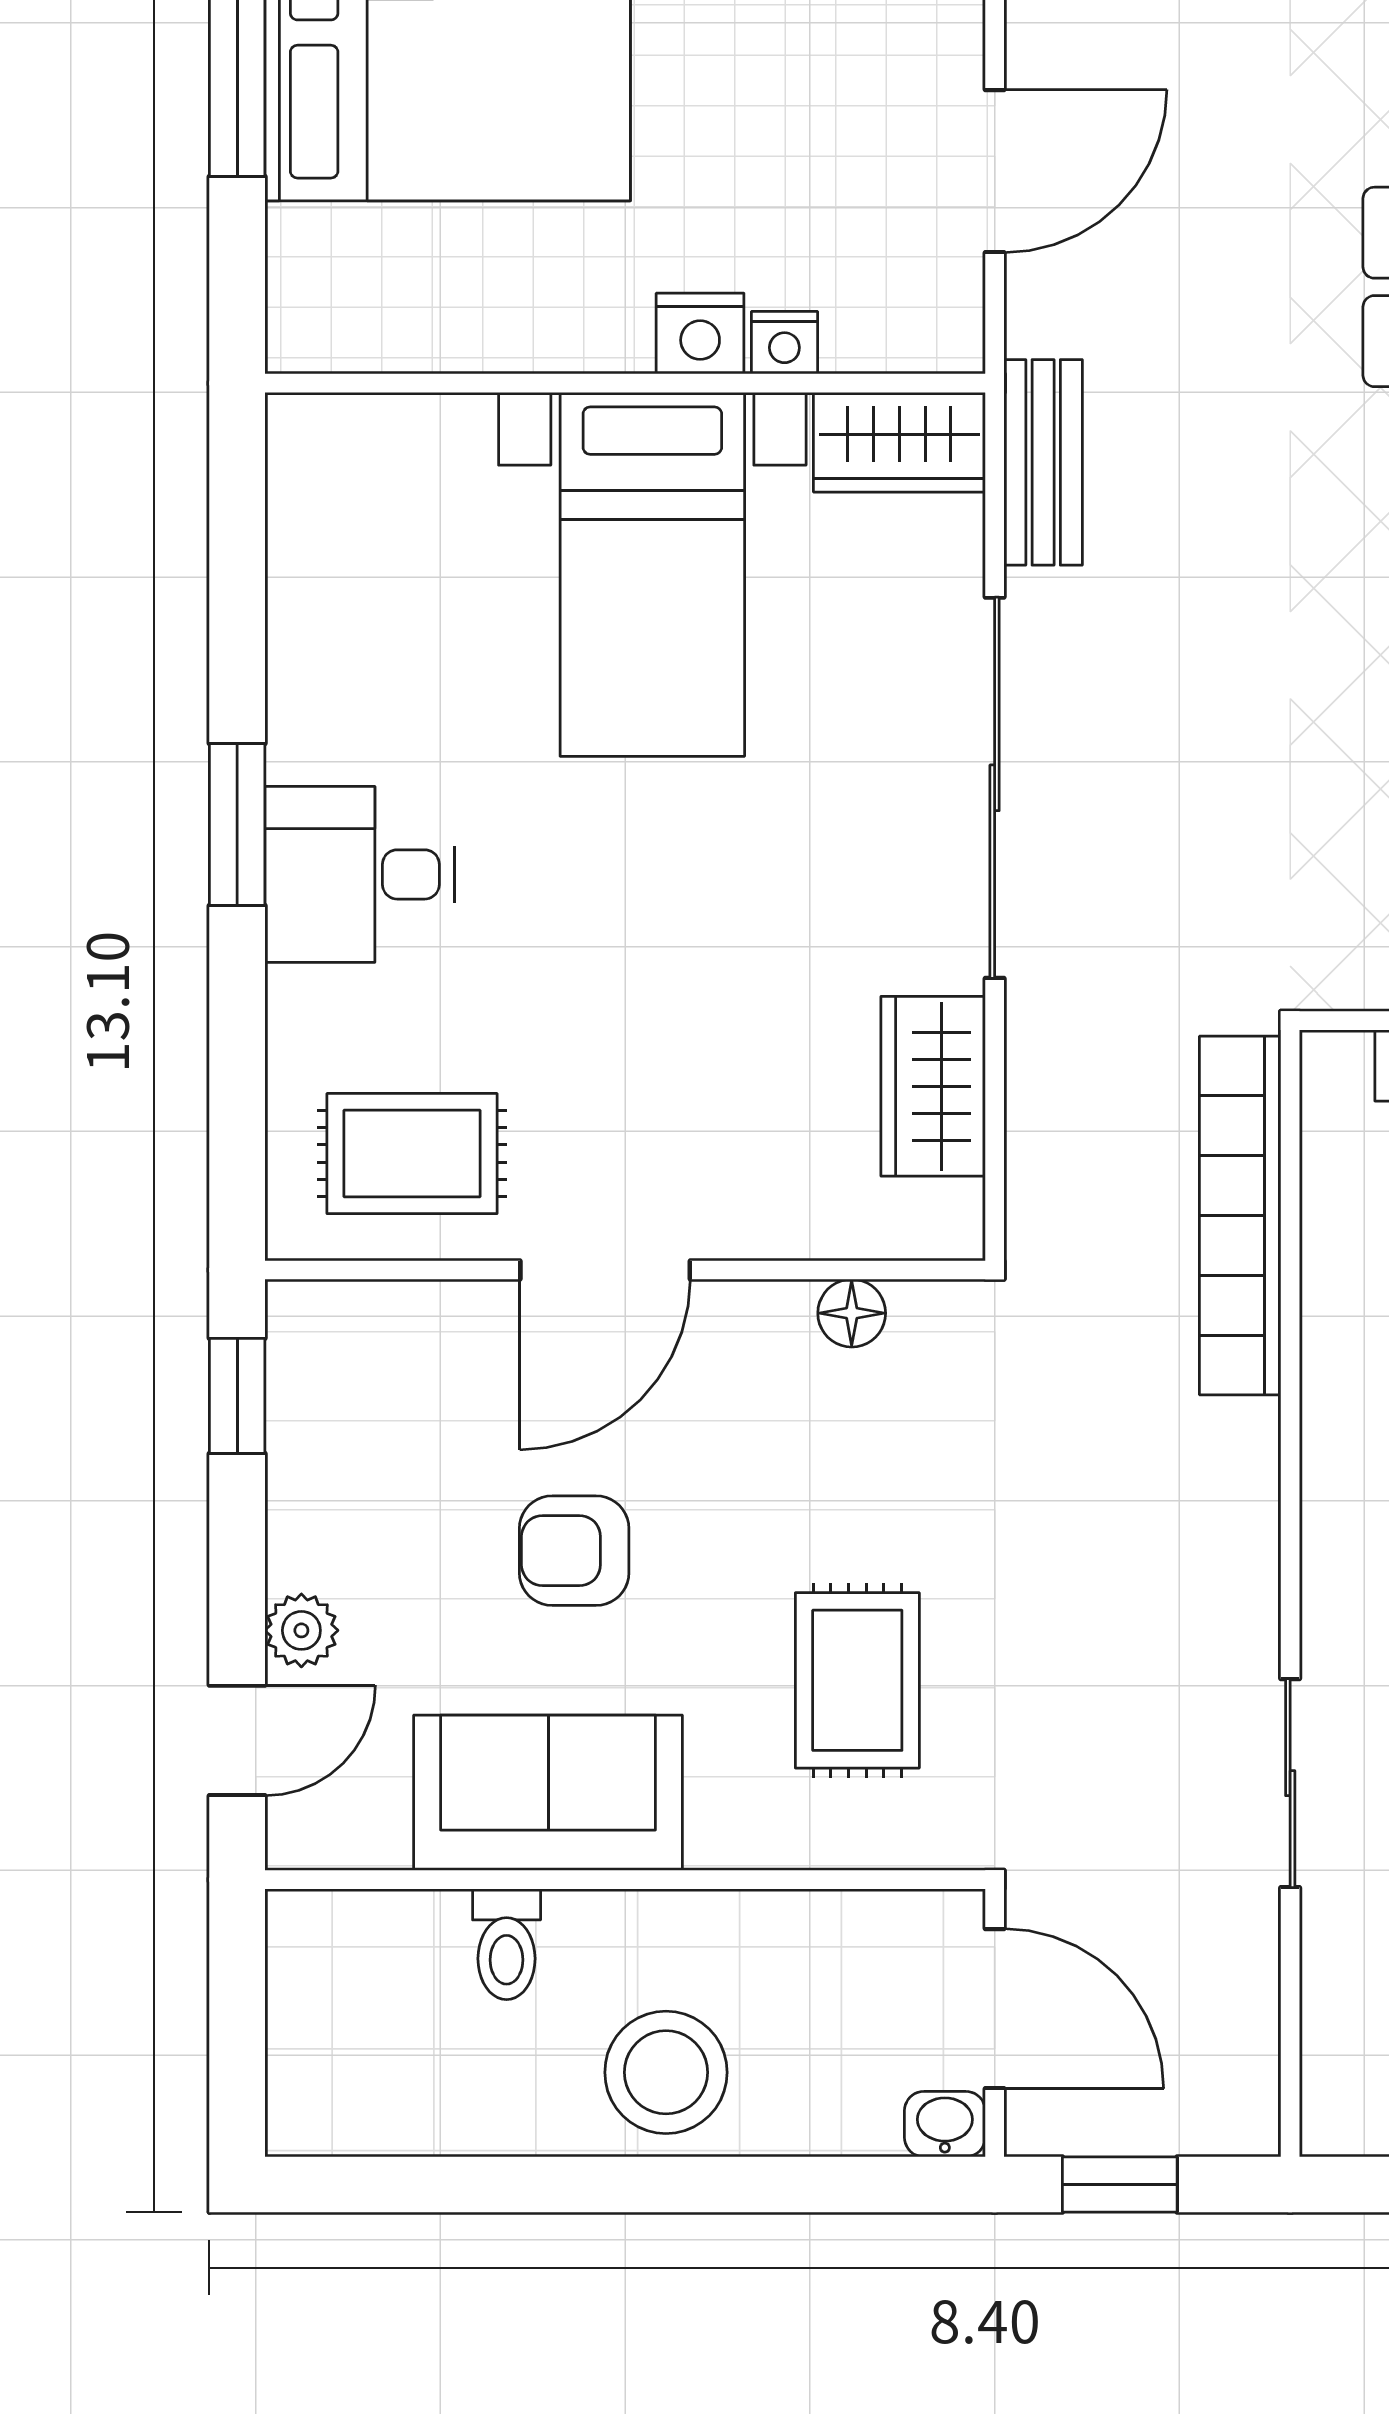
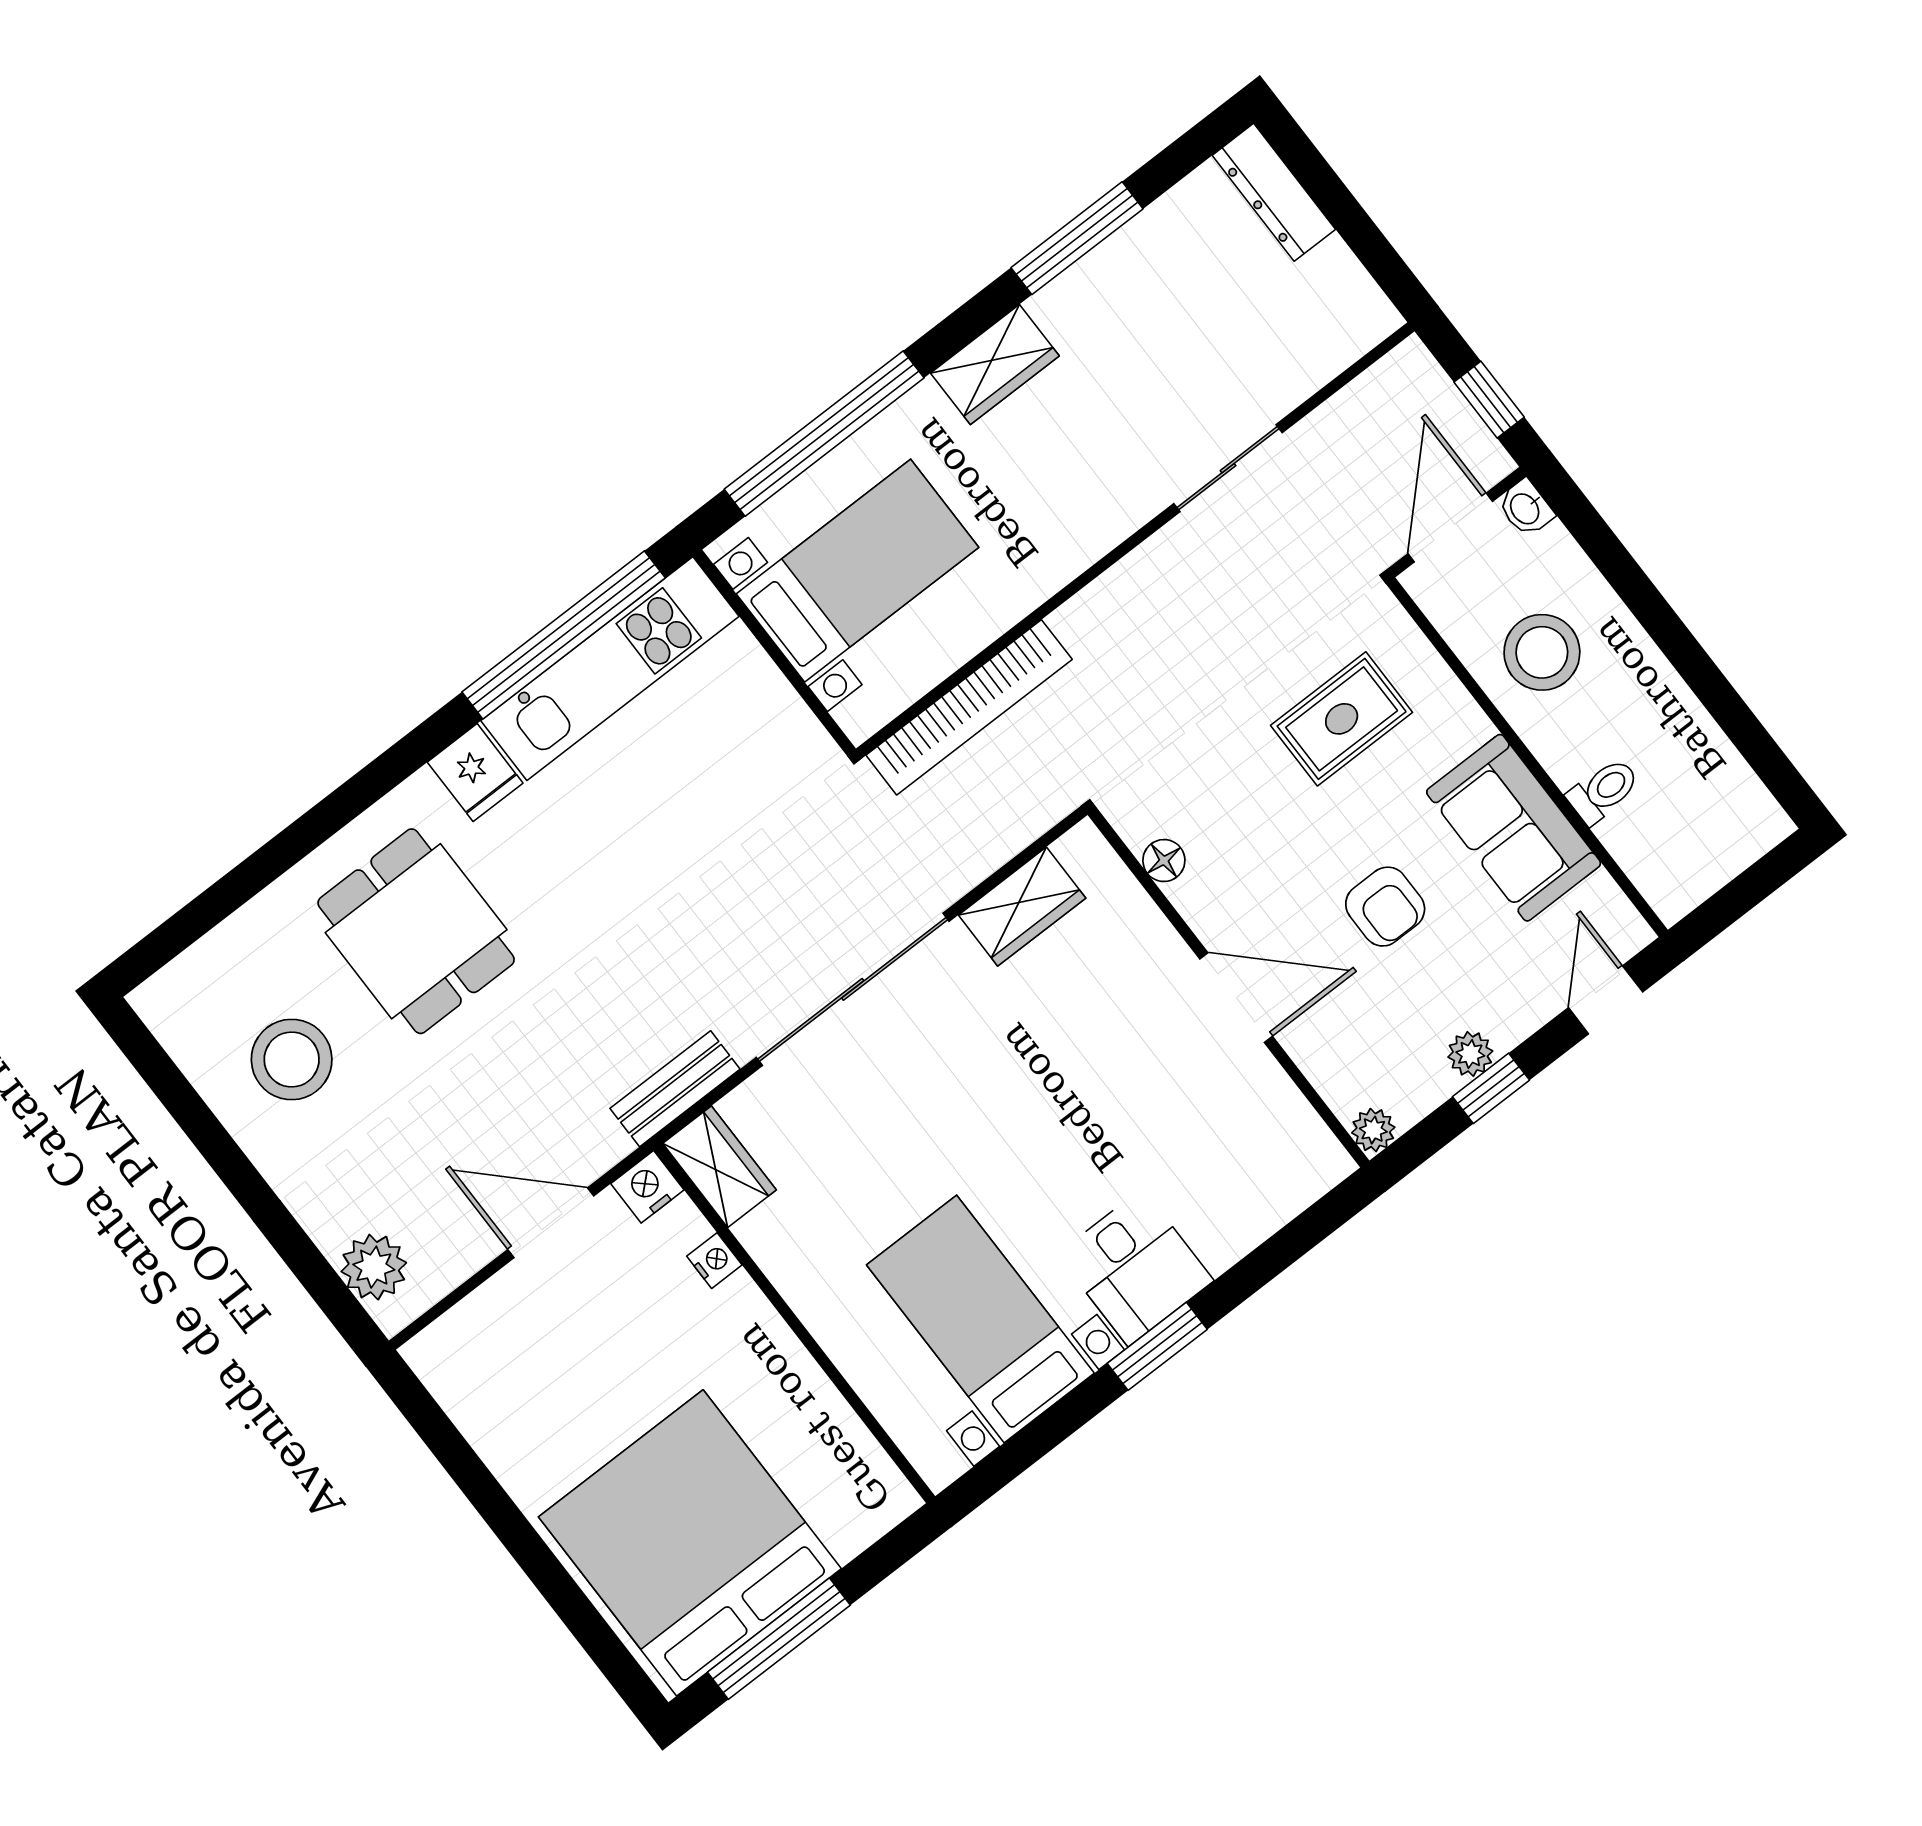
nightstand: (700, 334) -> (647, 1187), moved, turned -90
bed with nightstands: (652, 574) -> (980, 1319), moved, turned -90
rug: (412, 1154) -> (1252, 1136), removed
plant: (300, 1315) -> (1373, 1130), added
window: (237, 1396) -> (1491, 1088), moved
plant: (301, 1630) -> (1470, 1054), moved
door: (237, 1740) -> (1606, 1000), hinge flipped
stool: (666, 2072) -> (1542, 652), moved

